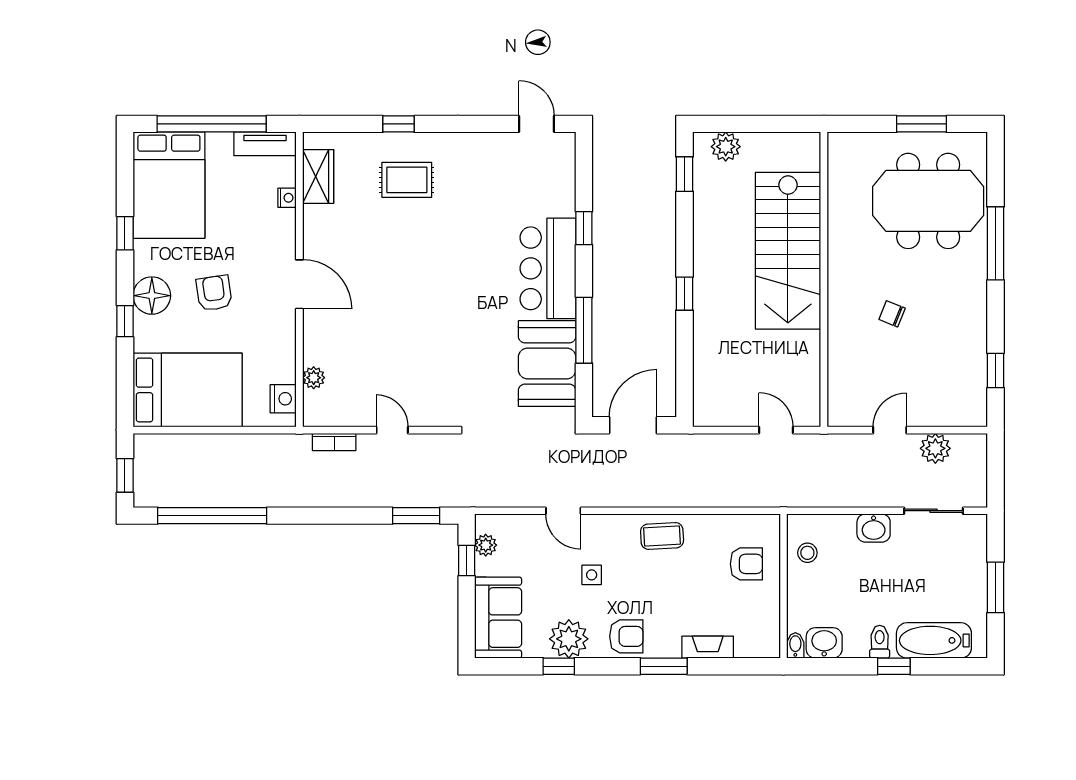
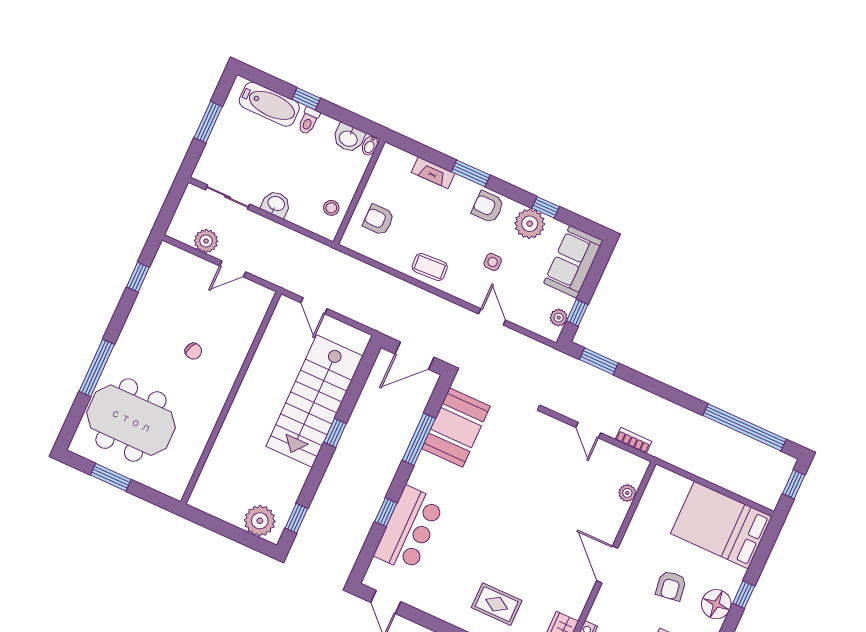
plant: (726, 147) -> (260, 521), width x1.36, depth x1.36
stairs: (788, 251) -> (314, 401), moved, turned 180
bar counter: (548, 268) -> (409, 529), moved
nightstand: (283, 399) -> (656, 488), removed

